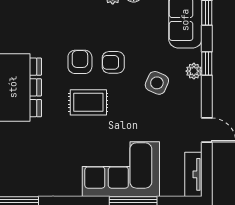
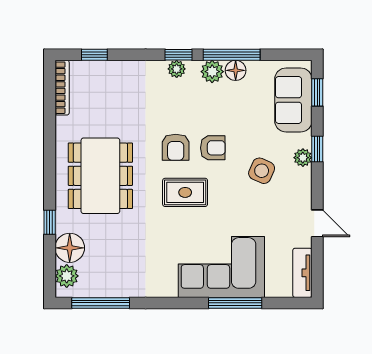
armchair: (80, 62) -> (176, 147), turned 180
armchair: (113, 62) -> (213, 148), turned 180

